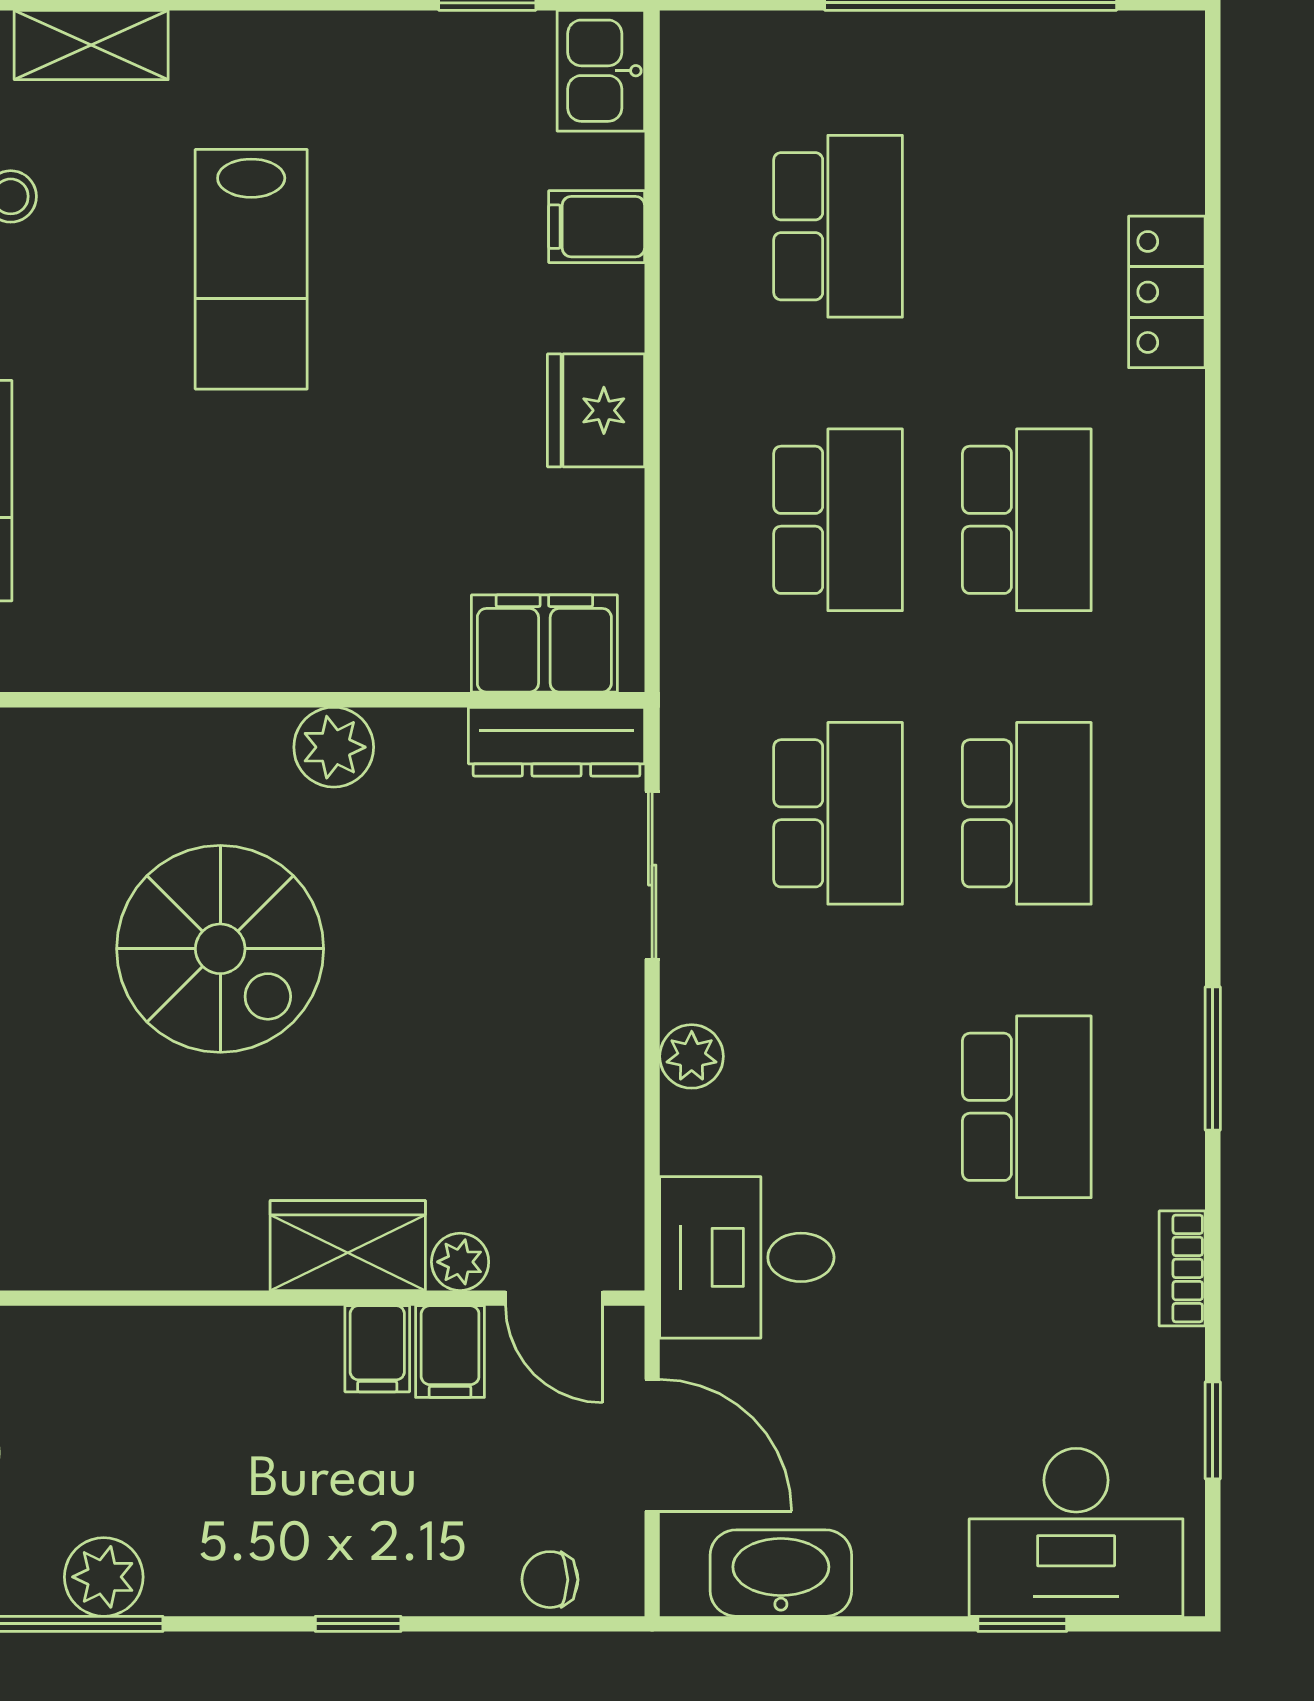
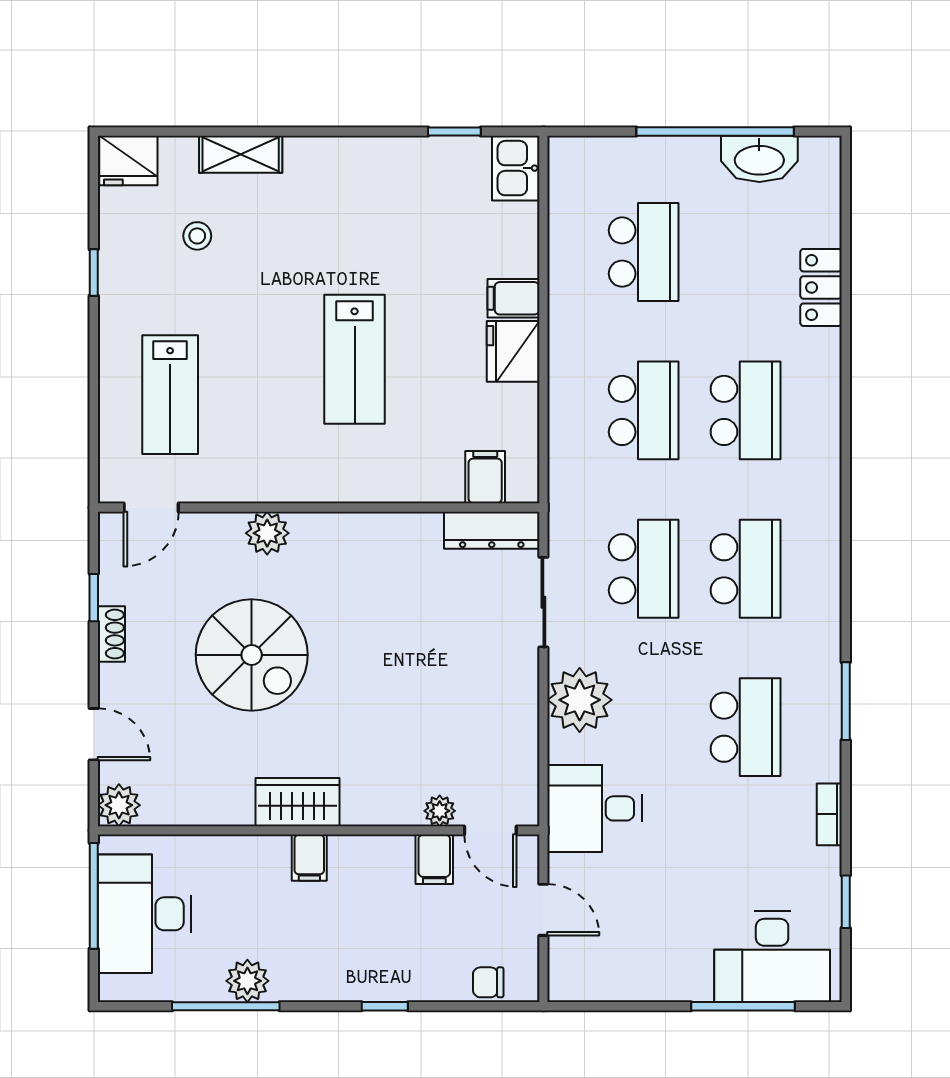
filing cabinet: (597, 227) -> (513, 298), moved
lab bench: (251, 269) -> (355, 359), moved
filing cabinet: (544, 643) -> (485, 477), width x0.50
plant: (334, 747) -> (267, 533), moved
spiral stairs: (220, 949) -> (252, 655), moved
plant: (692, 1056) -> (580, 700), width x1.88, depth x1.88
wardrobe: (348, 1246) -> (297, 802), moved
filing cabinet: (377, 1349) -> (309, 858), moved
door: (652, 1445) -> (543, 910), width x0.73
washbasin: (781, 1573) -> (759, 159), moved, turned 180
window: (1022, 1624) -> (743, 1006), width x2.17

